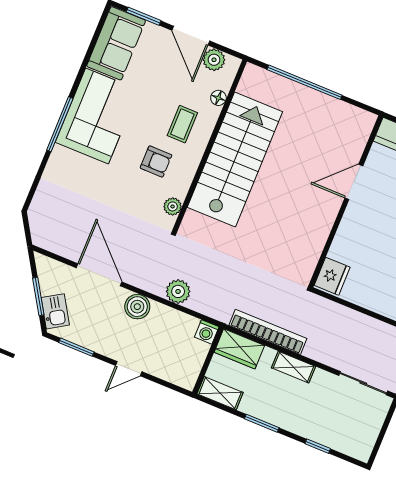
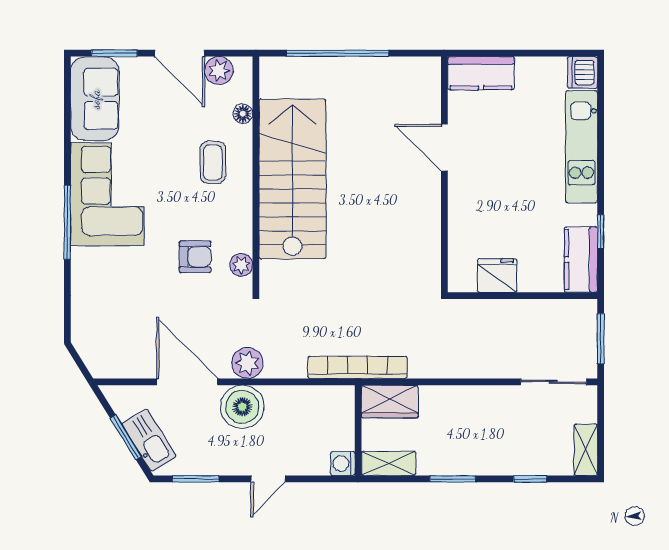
armchair: (156, 161) -> (195, 257), moved
door: (354, 182) -> (444, 148), hinge flipped
fridge: (332, 276) -> (497, 275), moved, turned -90
plant: (178, 291) -> (247, 363), moved
boiler: (137, 307) -> (242, 407), width x1.37, depth x1.37
kitchen sink: (55, 311) -> (149, 440), width x1.38
washing machine: (207, 332) -> (343, 463), moved, turned 90
bookcase: (268, 332) -> (358, 367), moved
shelving: (294, 367) -> (586, 450), moved, turned 90

